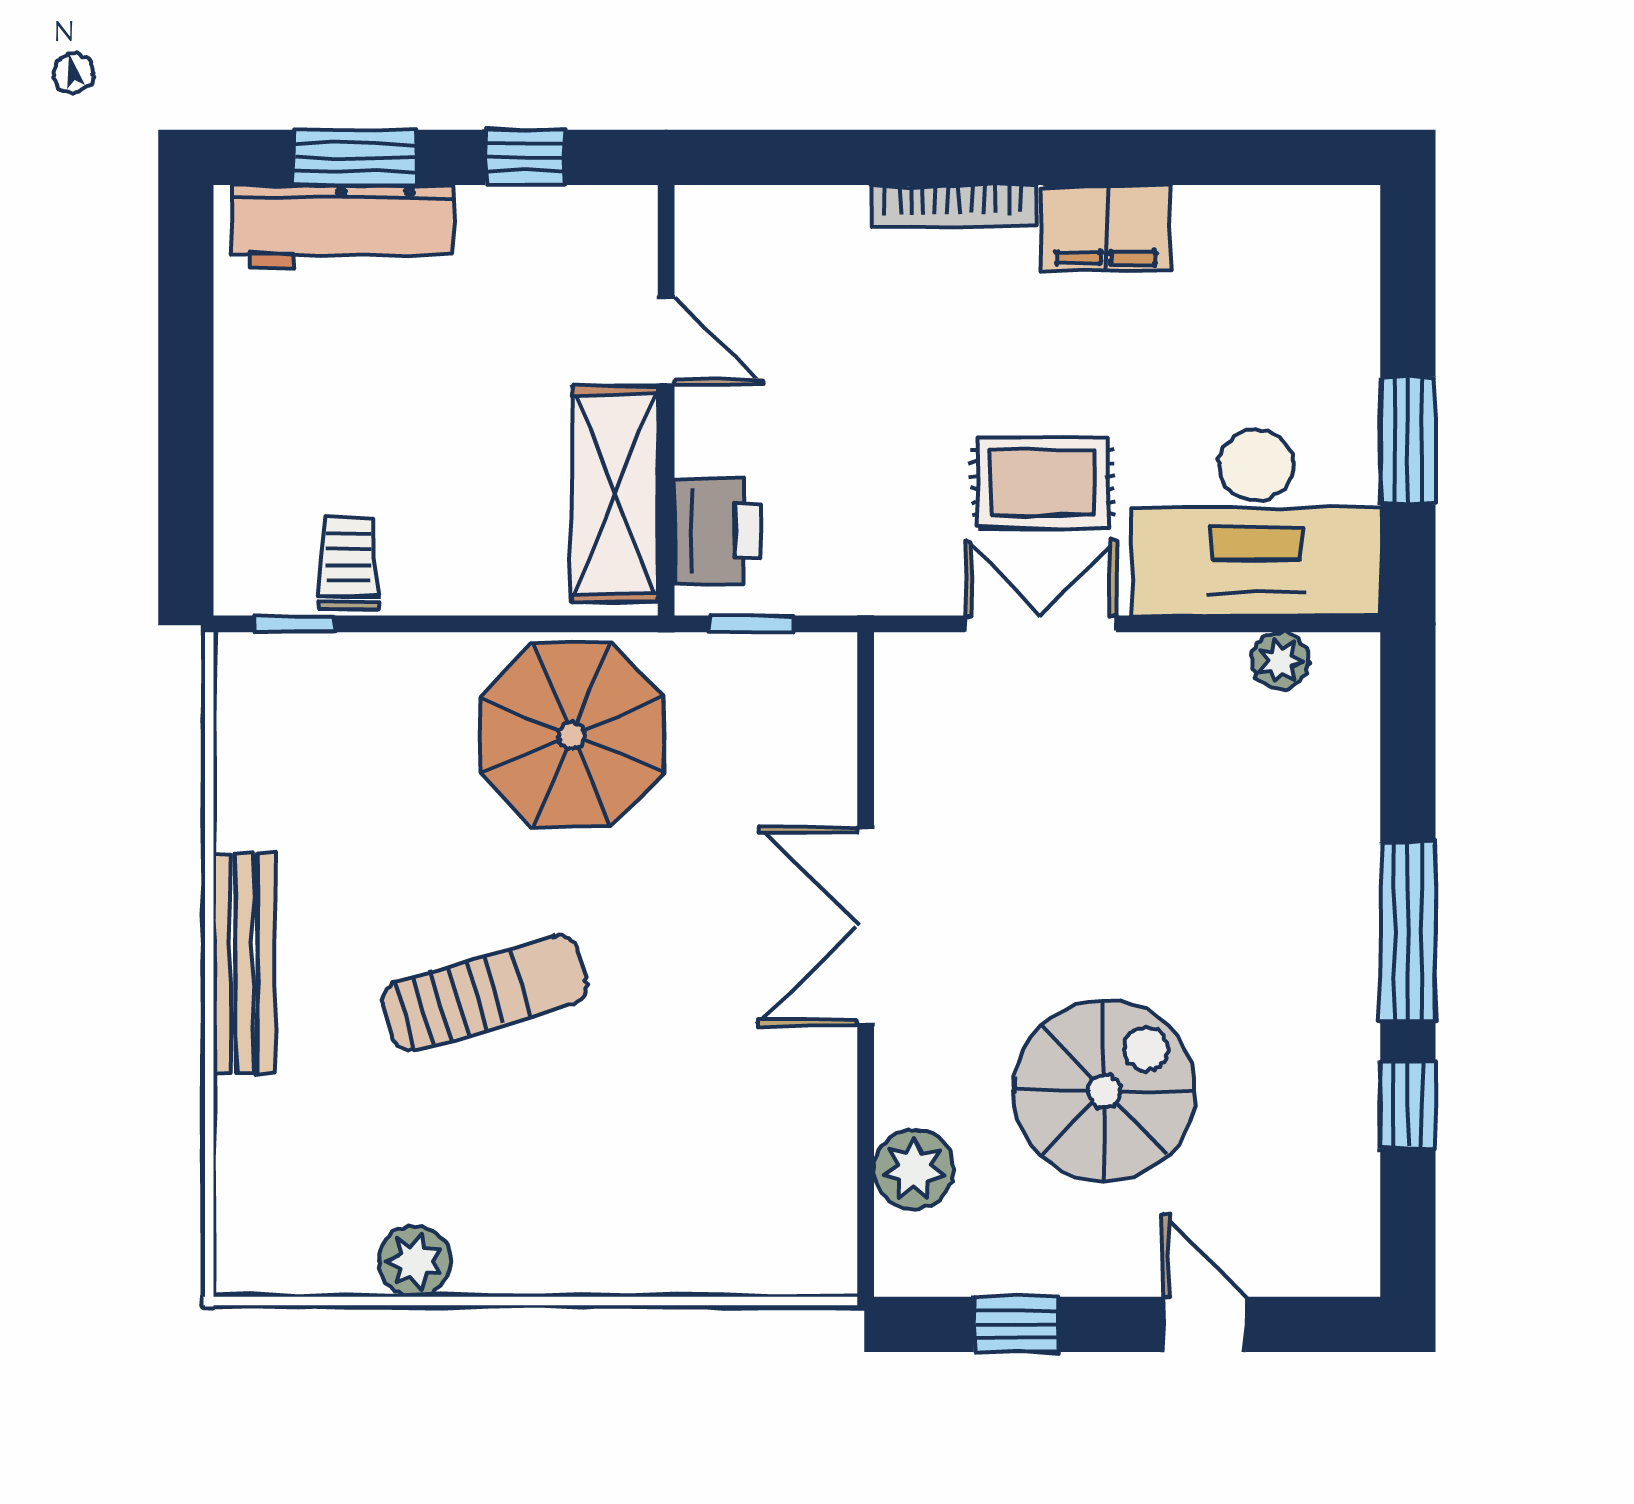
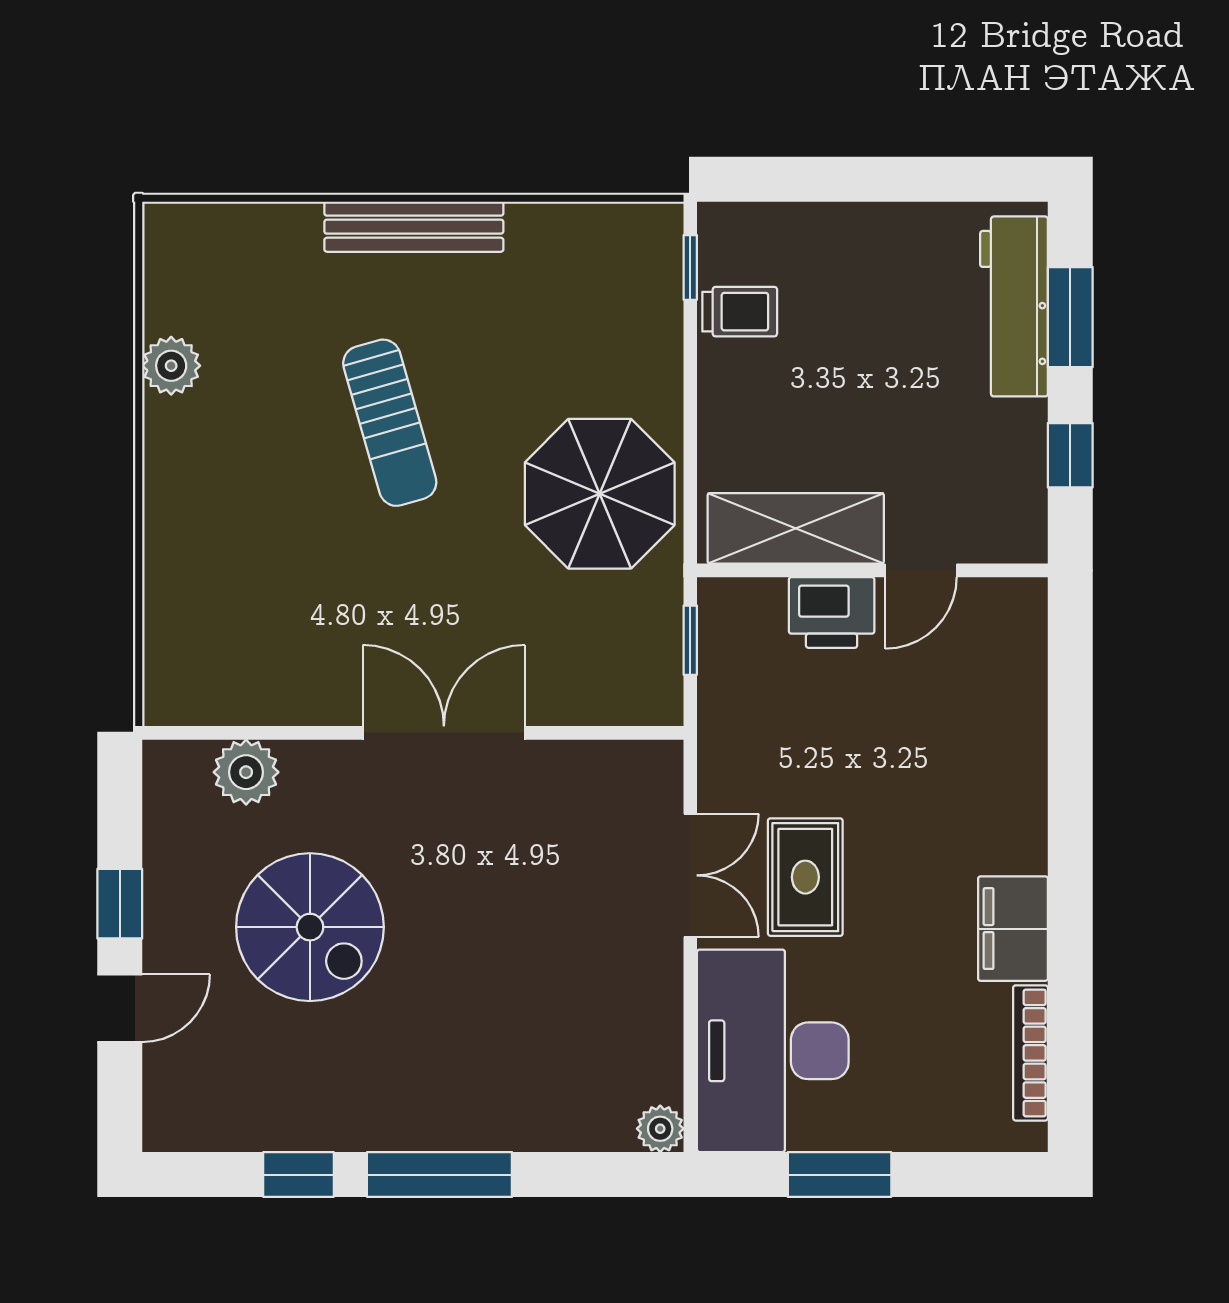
bookcase: (953, 206) -> (1030, 1053), moved
printer: (718, 532) -> (832, 612), moved
plant: (1280, 661) -> (660, 1129), moved
window: (1016, 1324) -> (120, 904), moved

